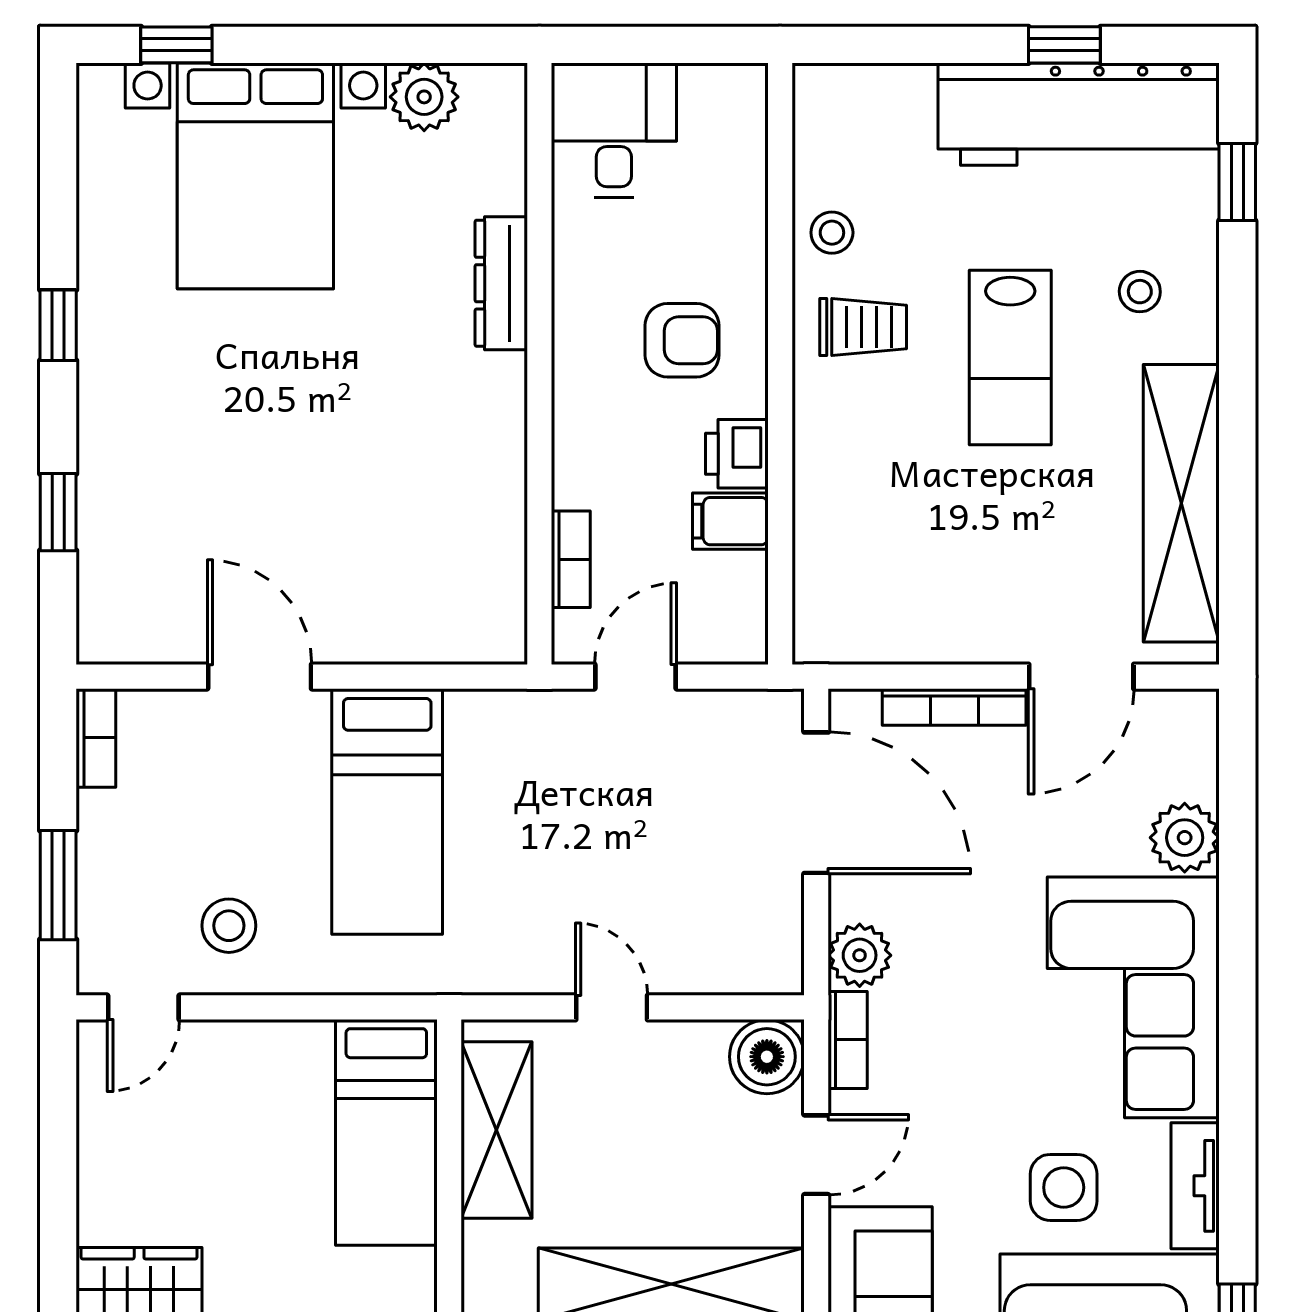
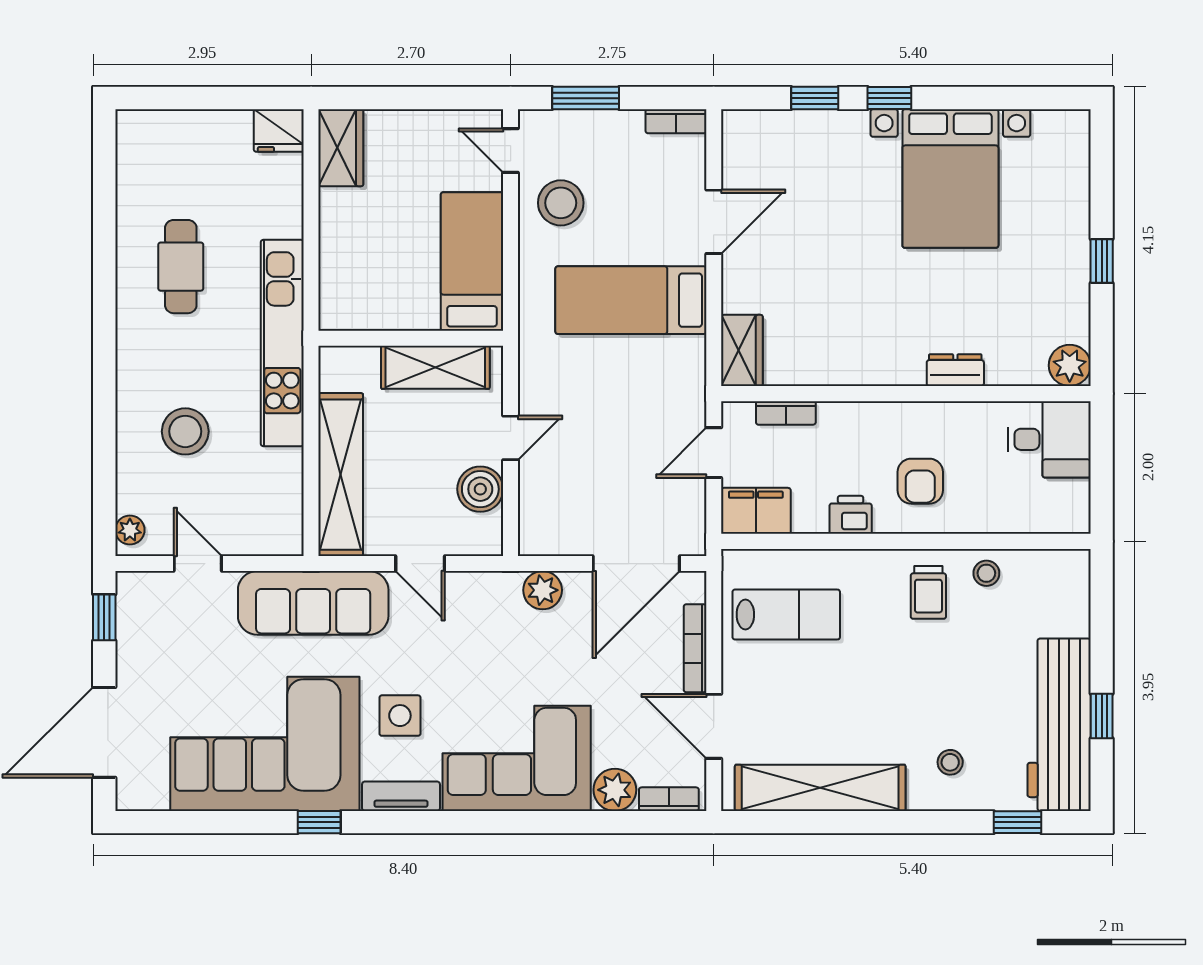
window: (176, 45) -> (1102, 261), moved
plant: (424, 97) -> (1070, 365), moved
bed with nightstands: (255, 176) -> (950, 179), moved, turned -90
dresser: (501, 283) -> (955, 370), width x0.70
window: (58, 325) -> (889, 98), moved
lab bench: (1010, 357) -> (786, 615), moved, turned 180
filing cabinet: (730, 521) -> (756, 511), moved, width x2.00
wardrobe: (469, 631) -> (742, 350), added
door: (636, 677) -> (714, 453), swing flipped
stool: (229, 926) -> (561, 203), width x1.38, depth x1.38
bookcase: (848, 1040) -> (669, 799), moved, turned 180
boiler: (767, 1057) -> (480, 489), moved
bed: (386, 1132) -> (472, 261), moved, turned 90

